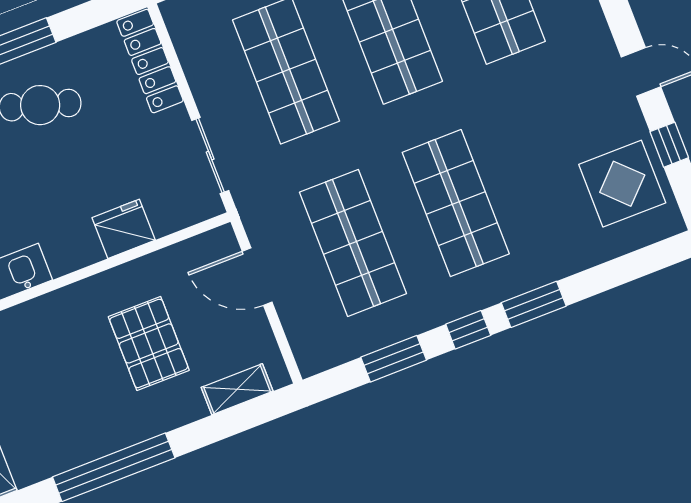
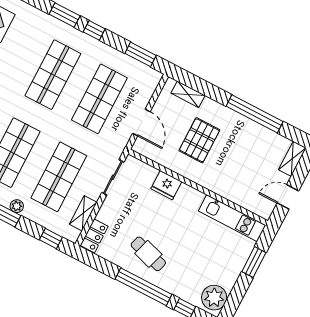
shelving: (194, 59) -> (83, 213), added
locker: (150, 61) -> (94, 236), width x0.66
window: (394, 359) -> (141, 54), moved

